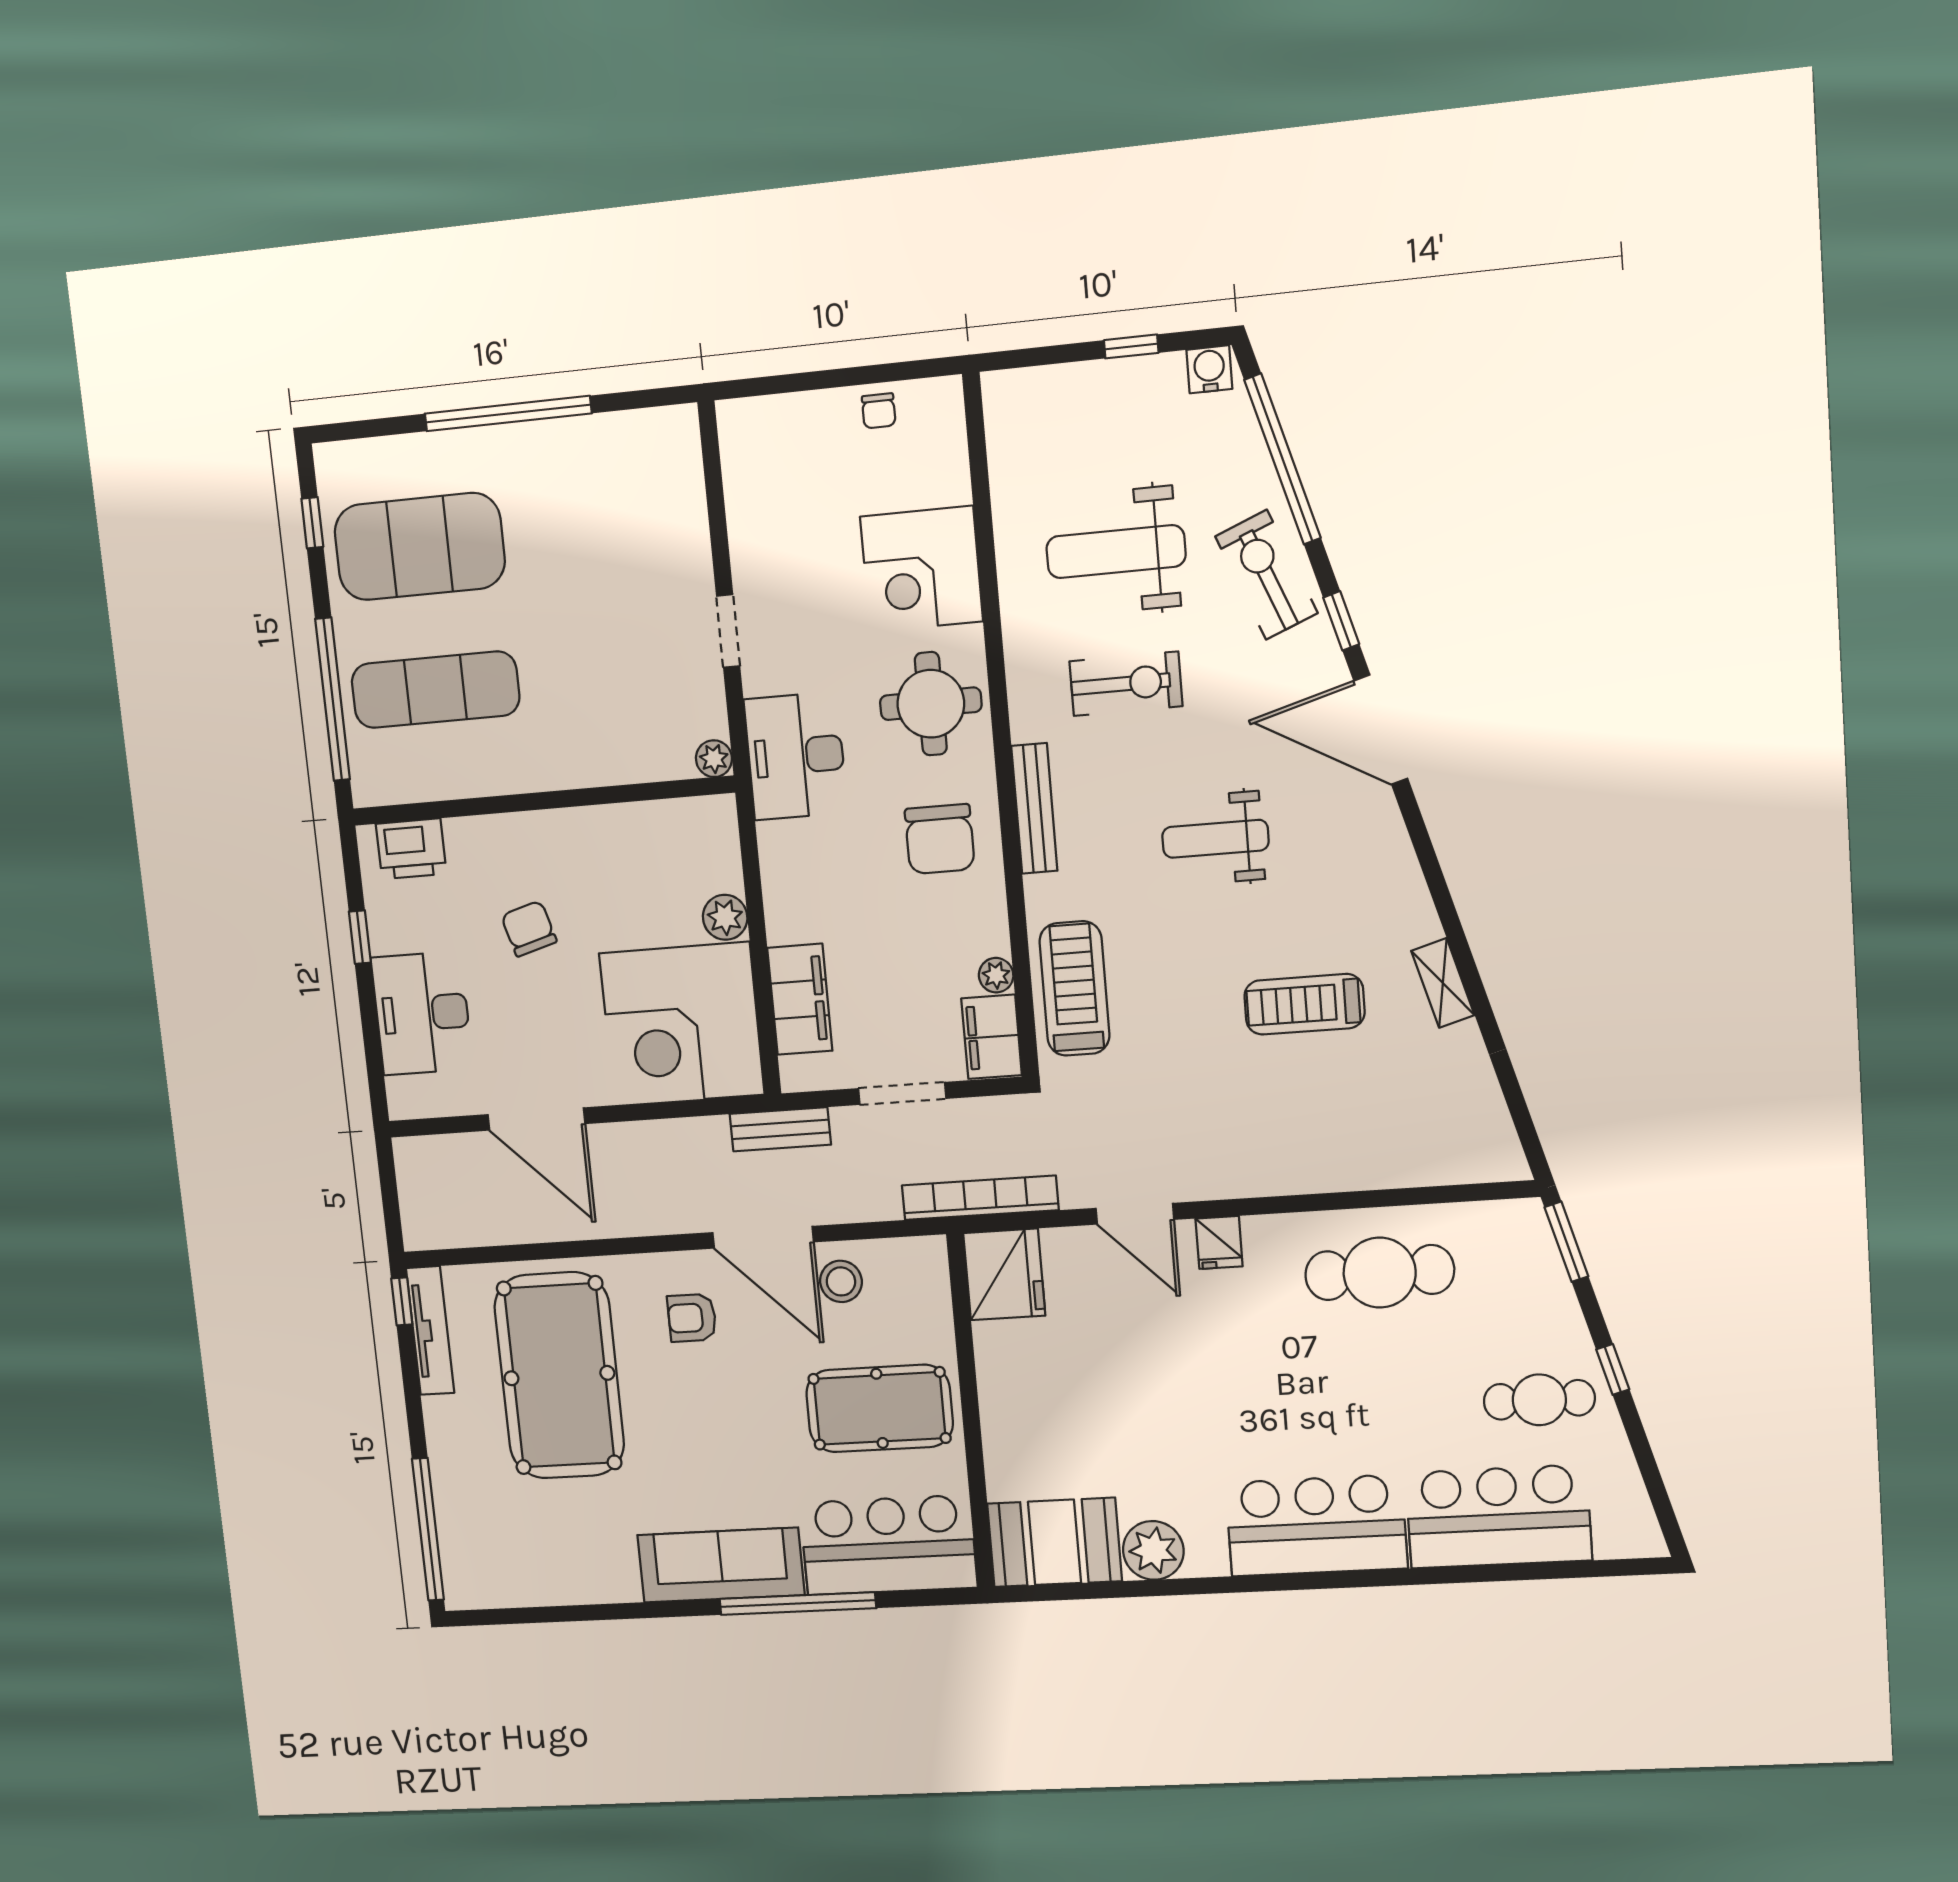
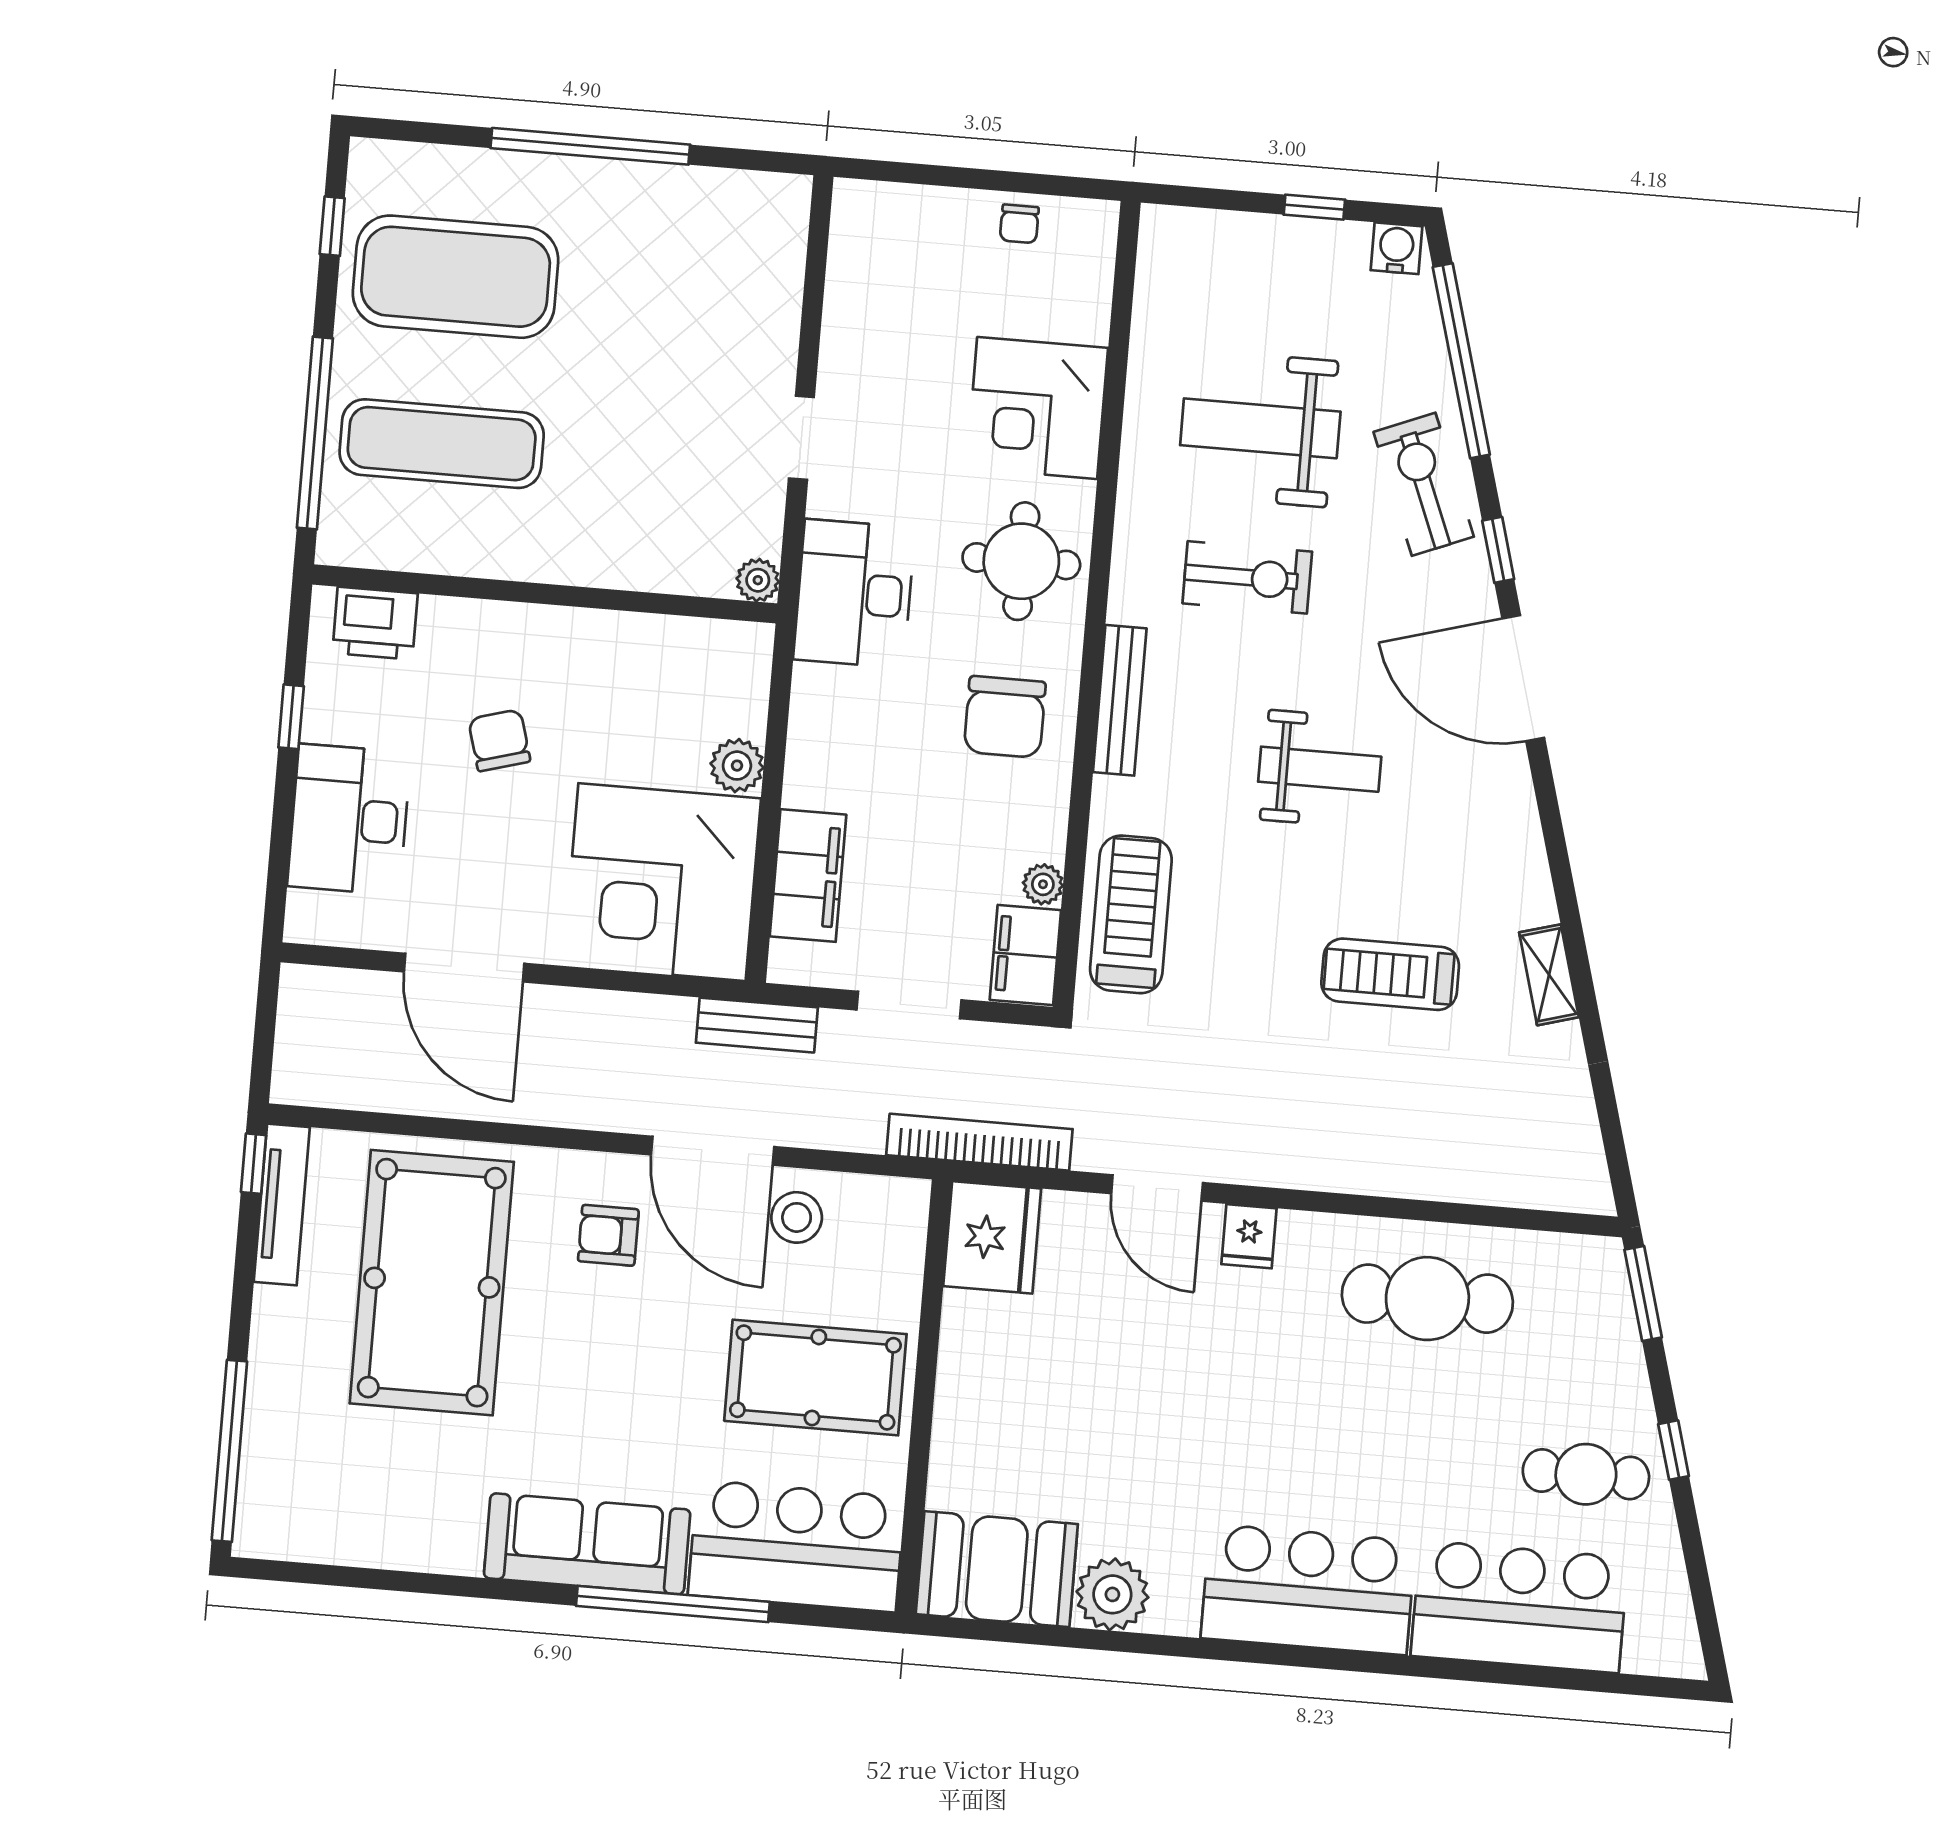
weight bench: (1215, 839) -> (1320, 769), turned 180

